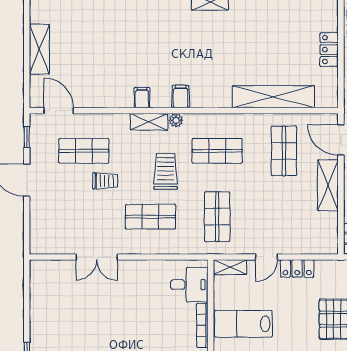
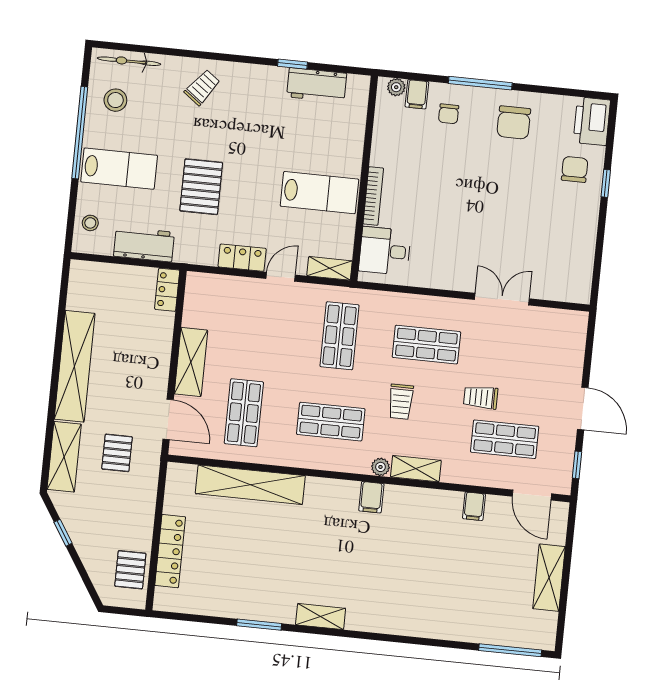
locker: (329, 50) -> (170, 551), width x1.53
filing cabinet: (142, 98) -> (474, 506), moved
trolley: (166, 171) -> (401, 402), width x0.73, depth x0.72

